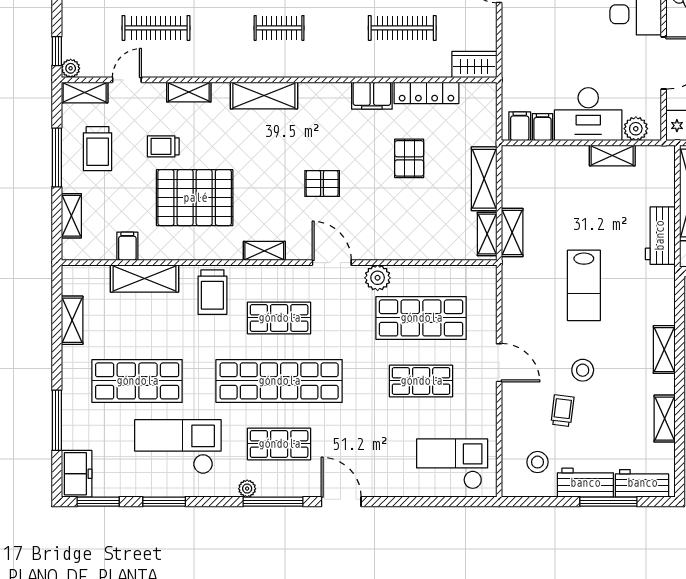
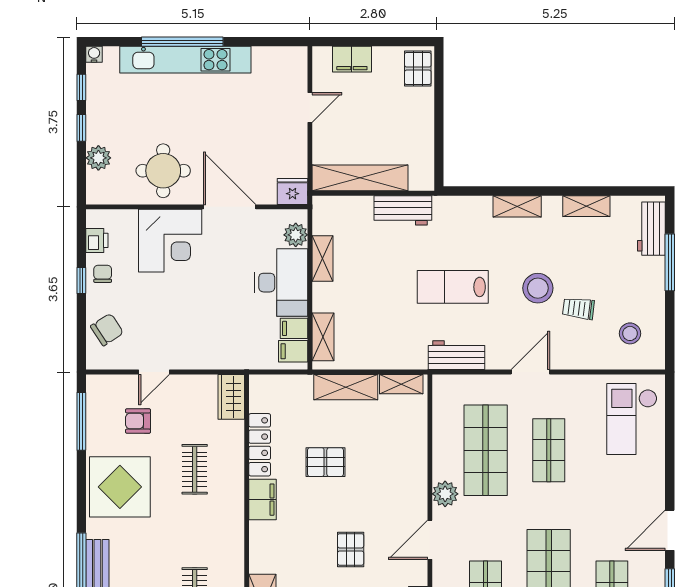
clothes rail: (402, 28) -> (195, 469), width x0.73
shelving: (512, 232) -> (323, 337), moved, turned 90
lab bench: (584, 285) -> (453, 287), turned 180
stool: (583, 370) -> (538, 288), width x1.38, depth x1.38
workbench: (585, 483) -> (457, 355), moved, turned 90

